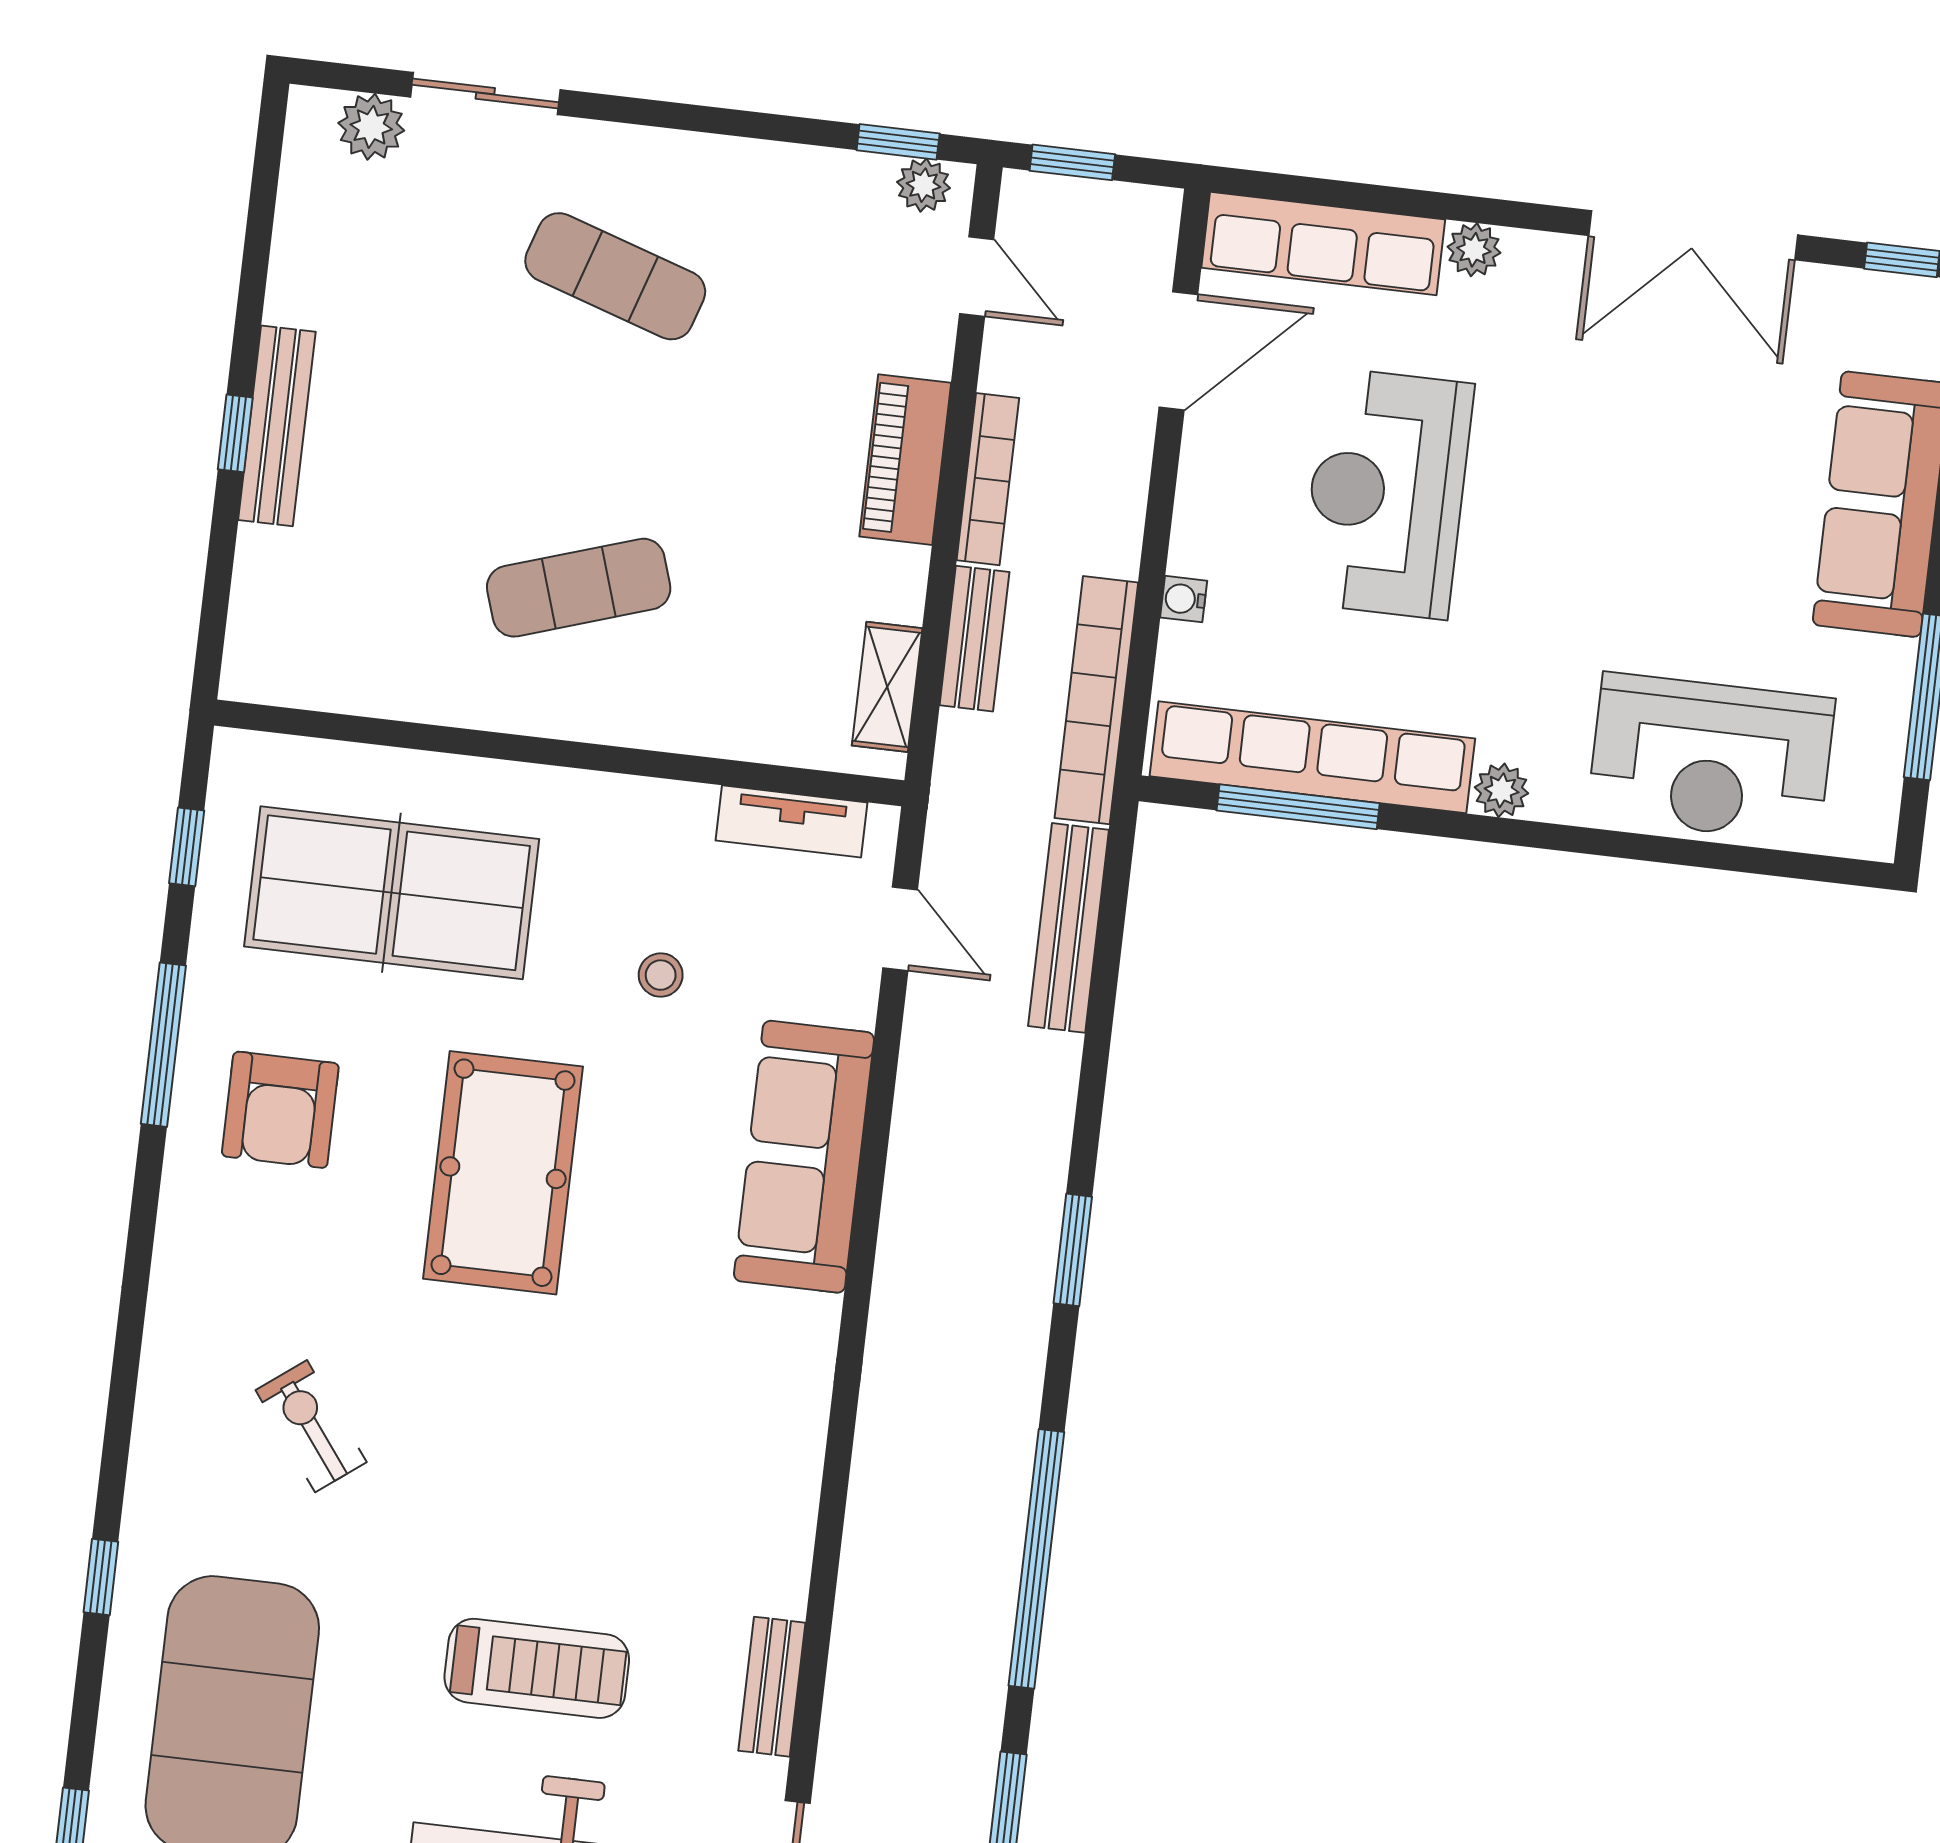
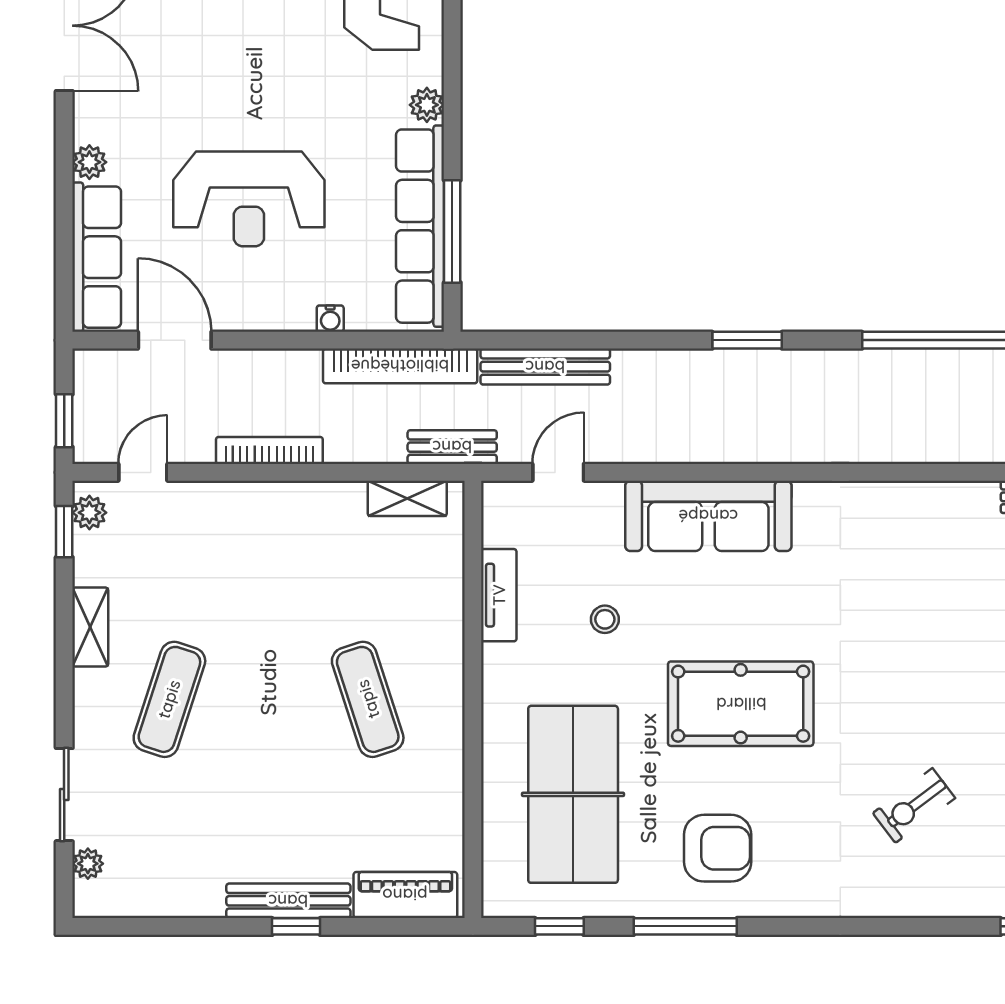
plant: (371, 127) -> (88, 864), width x0.73, depth x0.73
shelving: (743, 165) -> (90, 627), added
piano: (905, 460) -> (405, 895), moved, turned 180
bench: (974, 639) -> (452, 447), moved
tv unit: (792, 821) -> (499, 595), moved

